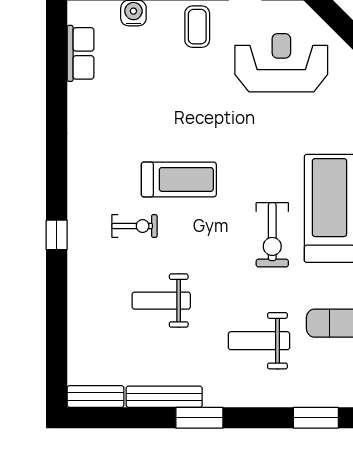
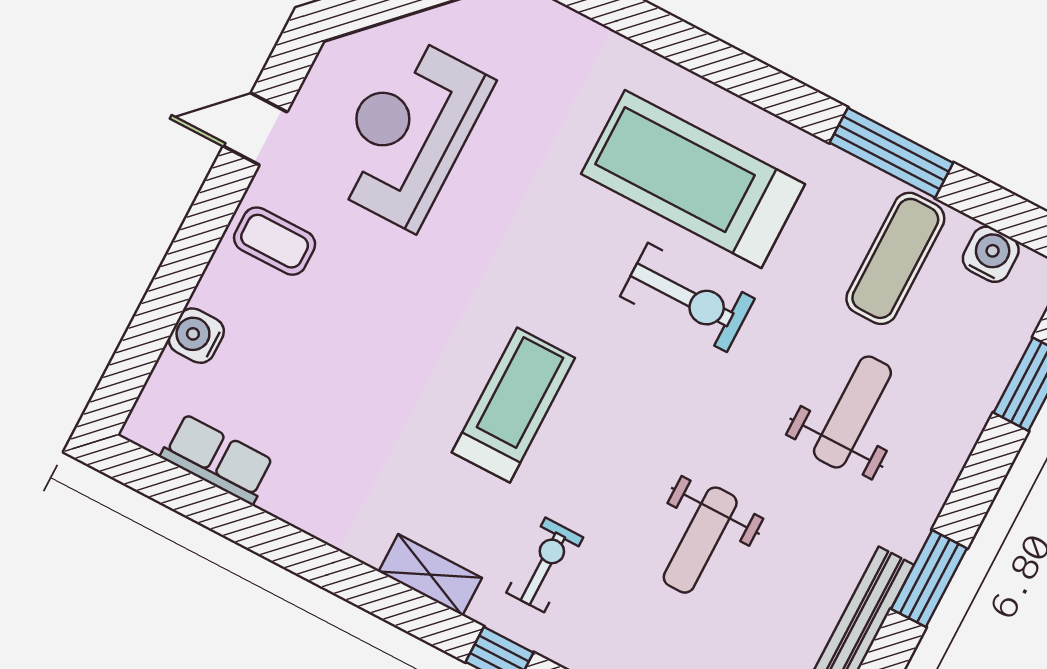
shelving: (78, 182) -> (430, 575), added
exercise bike: (134, 226) -> (545, 565), moved
weight bench: (259, 341) -> (852, 412), turned 180

